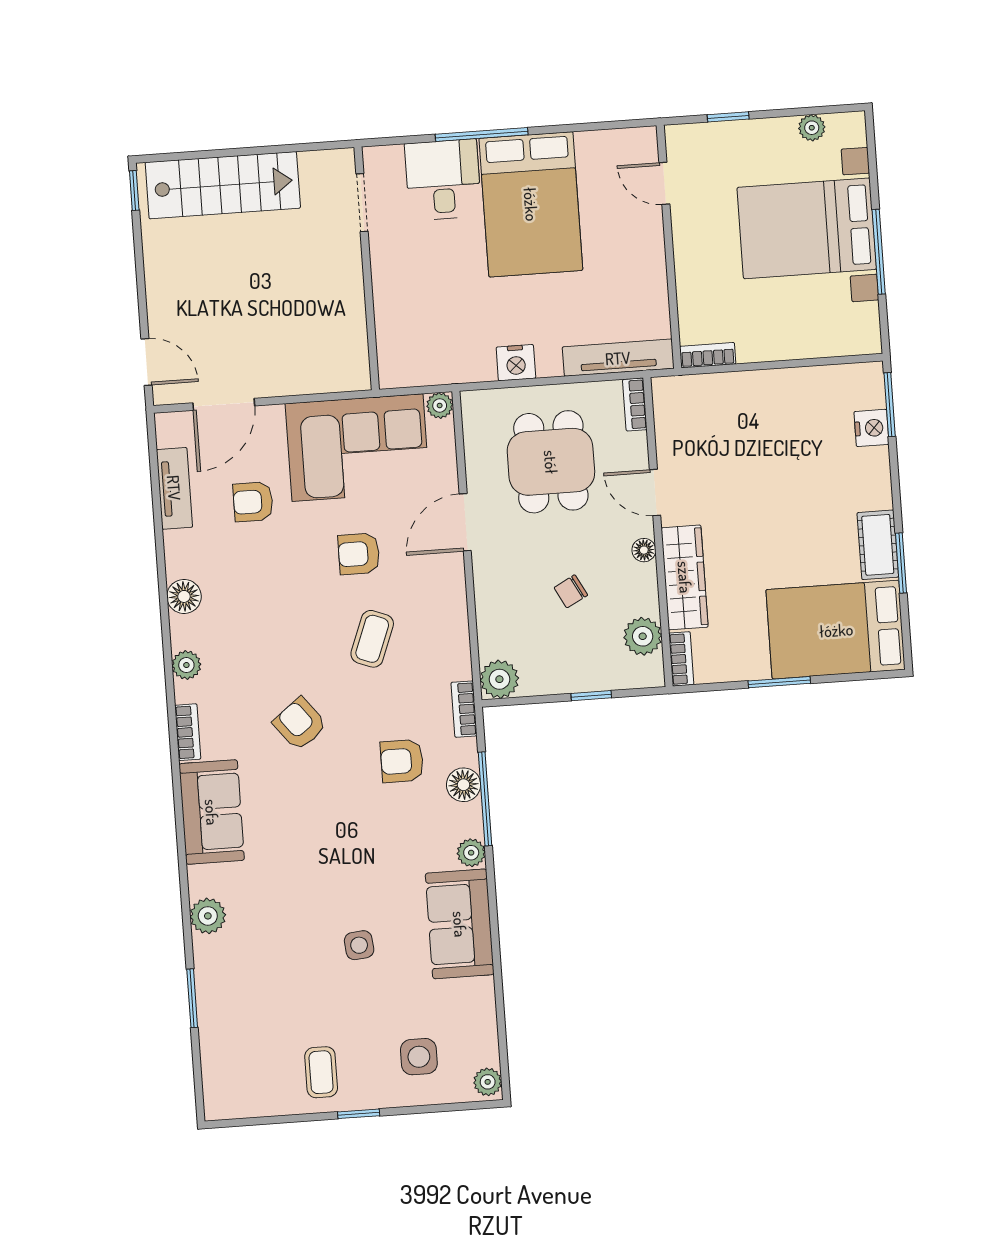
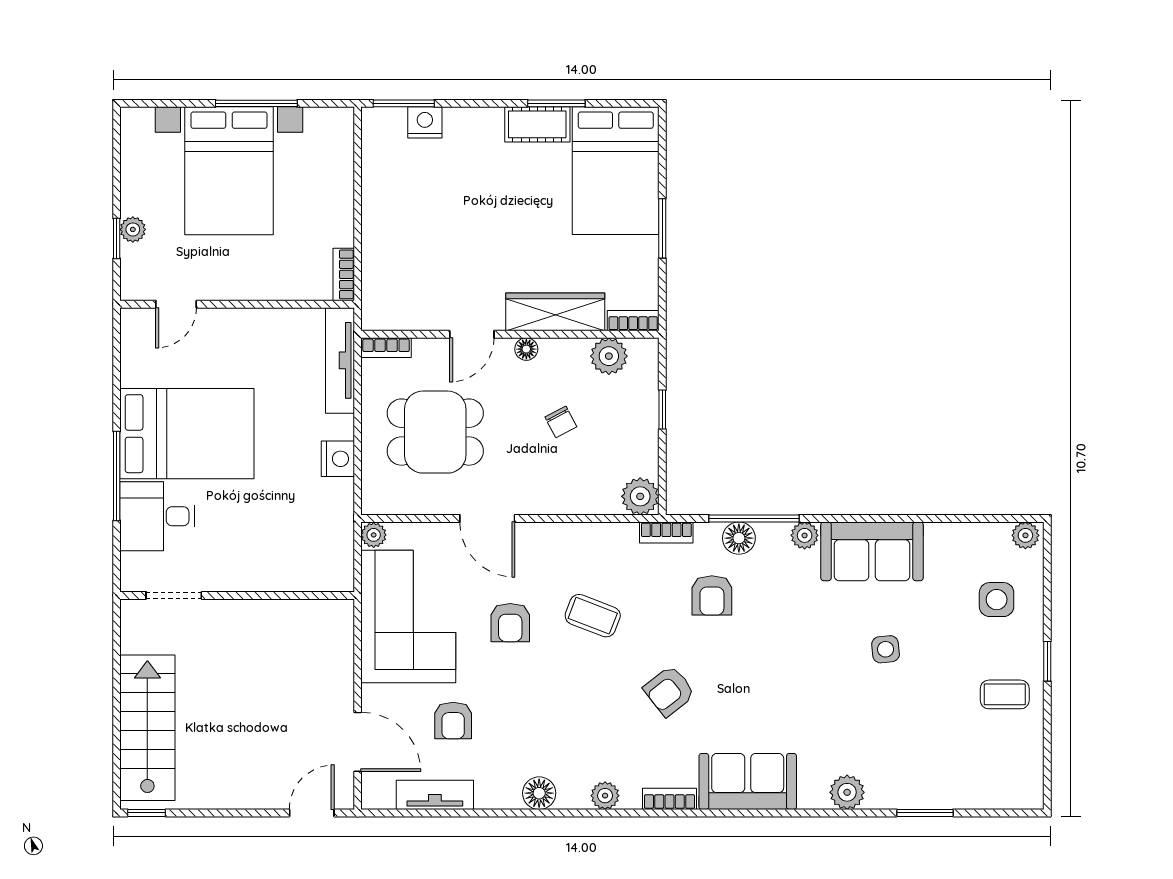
plant: (812, 128) -> (133, 229), moved

